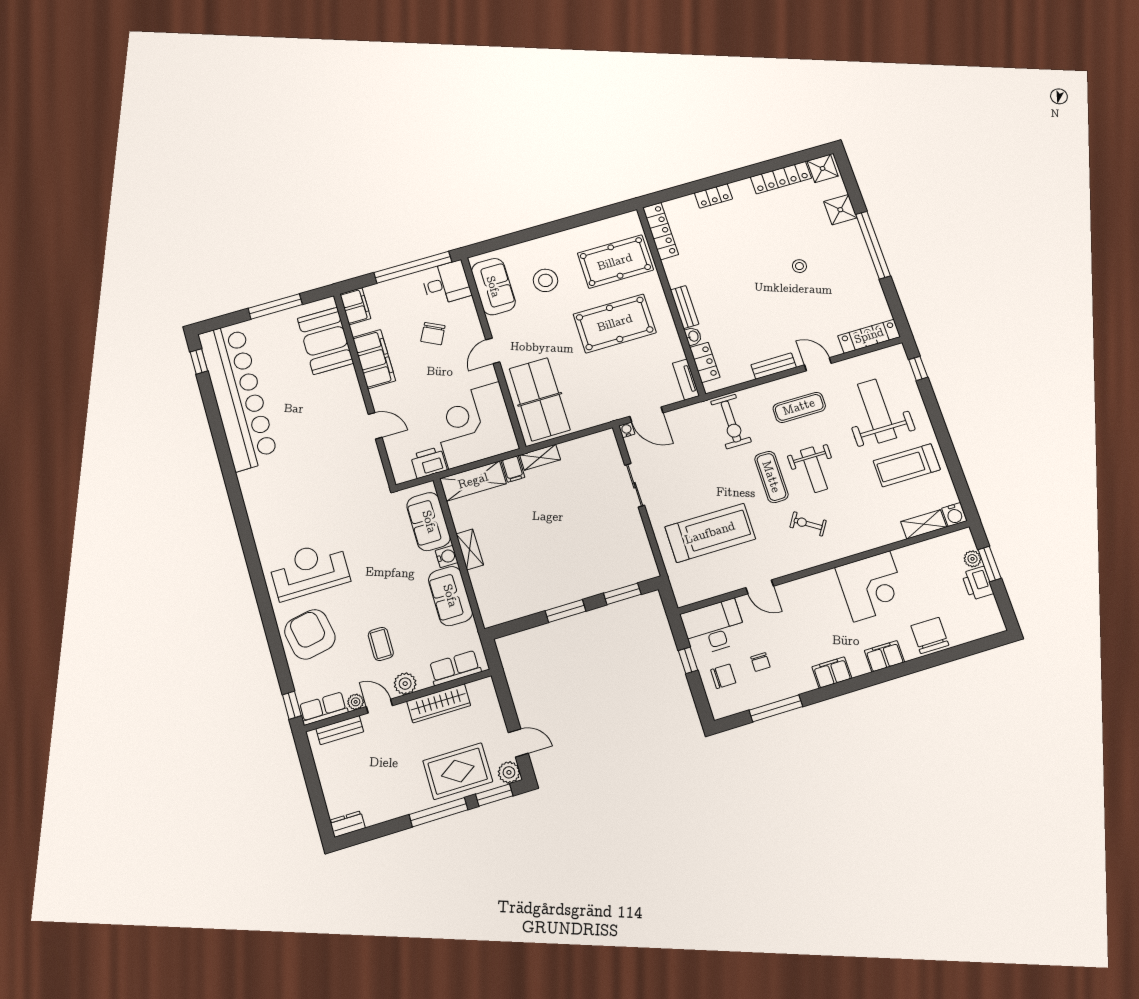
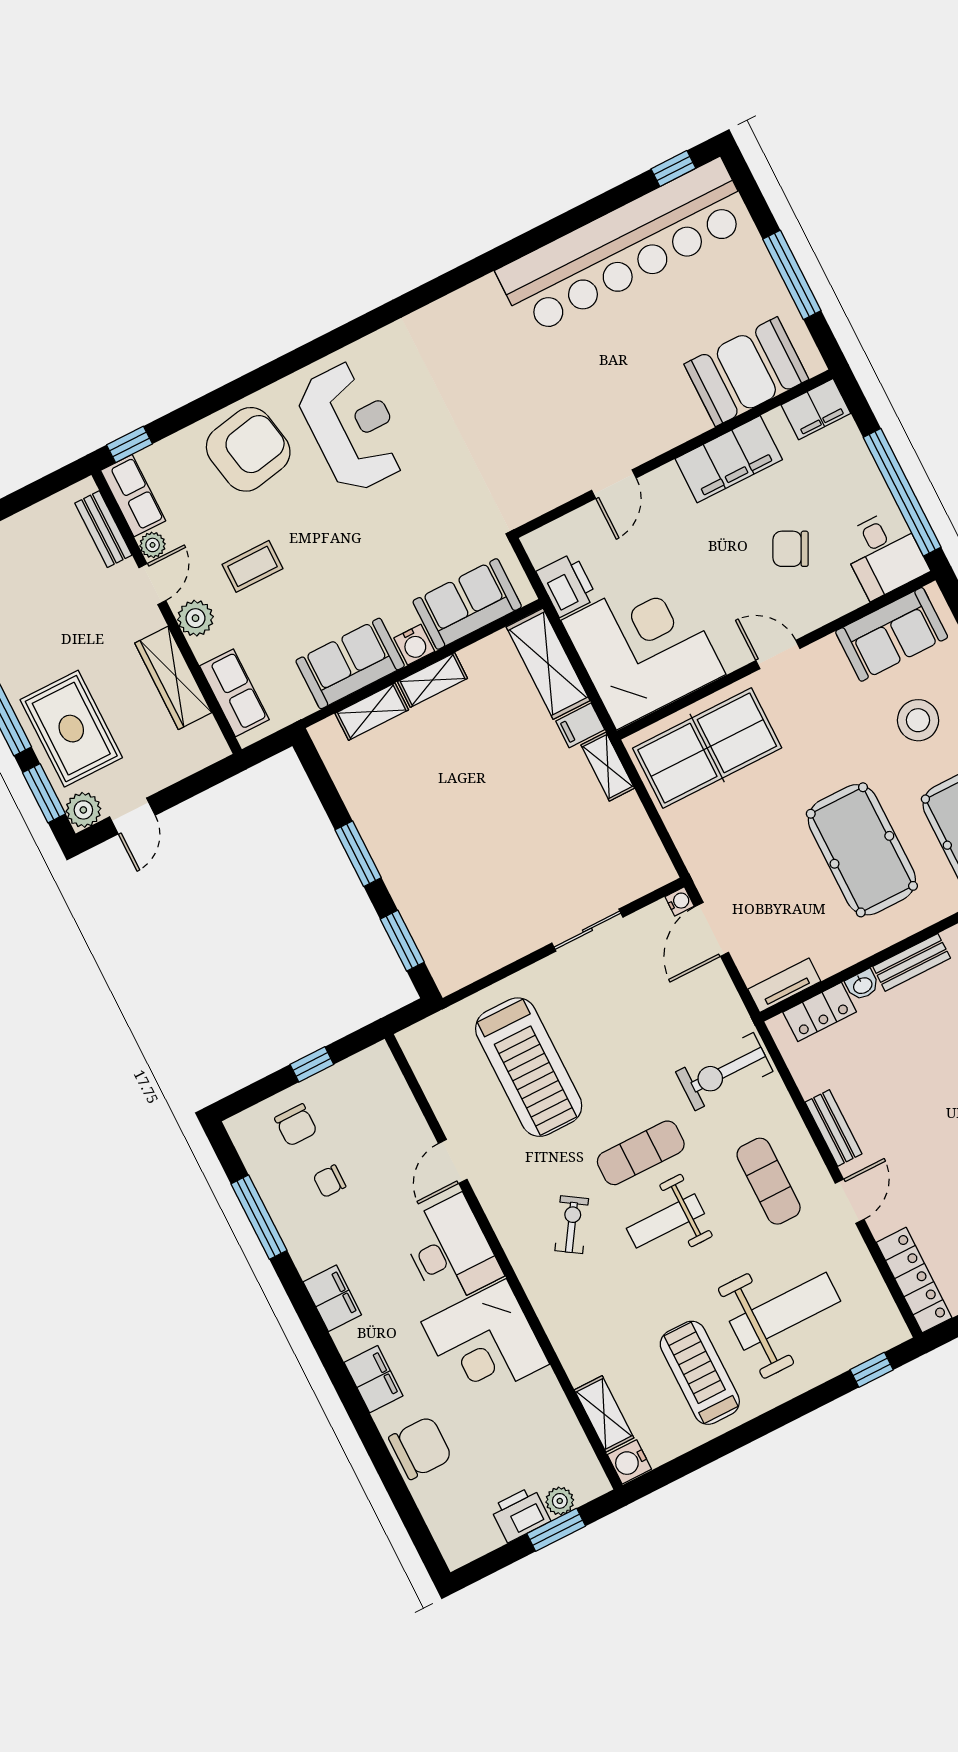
shelving: (482, 588) -> (372, 712), added
desk: (714, 627) -> (451, 1250), moved

